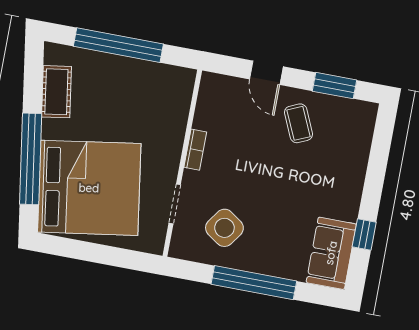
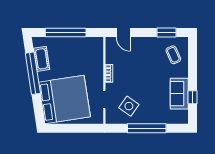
door: (266, 73) -> (123, 33), moved
coffee table: (299, 123) -> (173, 55), moved
window: (31, 159) -> (33, 73), moved
sofa: (331, 253) -> (179, 94), moved

